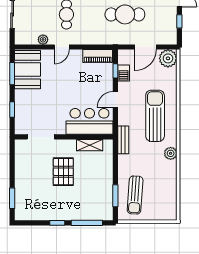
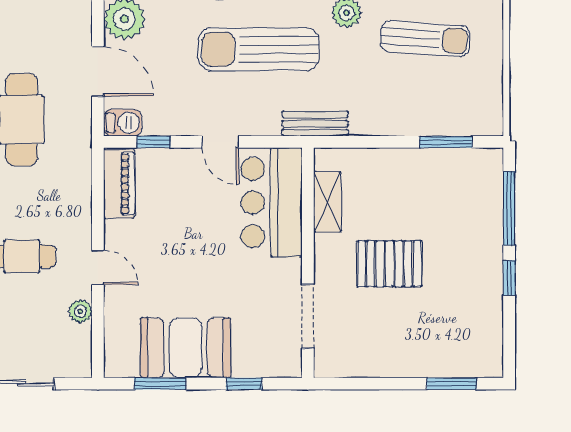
booth: (27, 70) -> (186, 348), moved
barbecue: (124, 73) -> (123, 123), moved
sun lounger: (135, 195) -> (425, 39), moved

